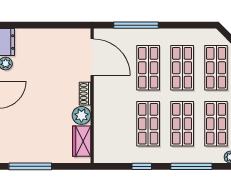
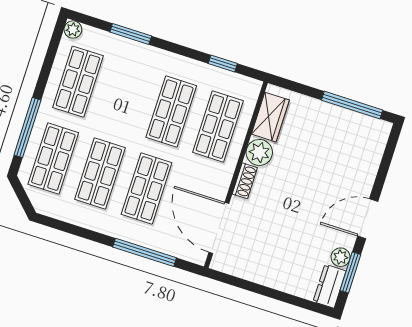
shop shelf: (182, 124) -> (218, 127), moved
window: (142, 166) -> (223, 64), moved
window: (191, 166) -> (131, 34), width x0.69

